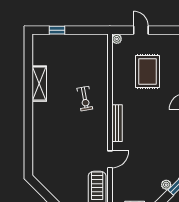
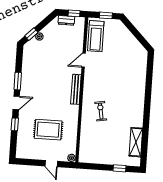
rug: (148, 71) -> (48, 130), turned 90
shelving: (39, 84) -> (136, 142), moved

